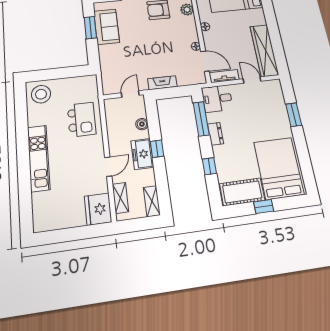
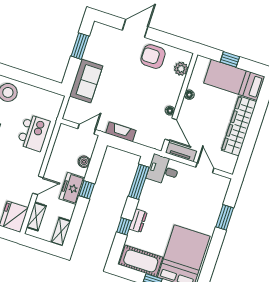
sofa: (107, 27) -> (86, 81), moved
wardrobe: (264, 50) -> (239, 126), moved
dresser: (216, 134) -> (138, 221), moved

